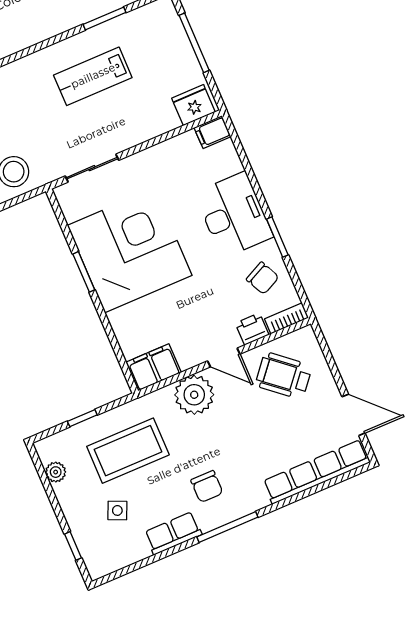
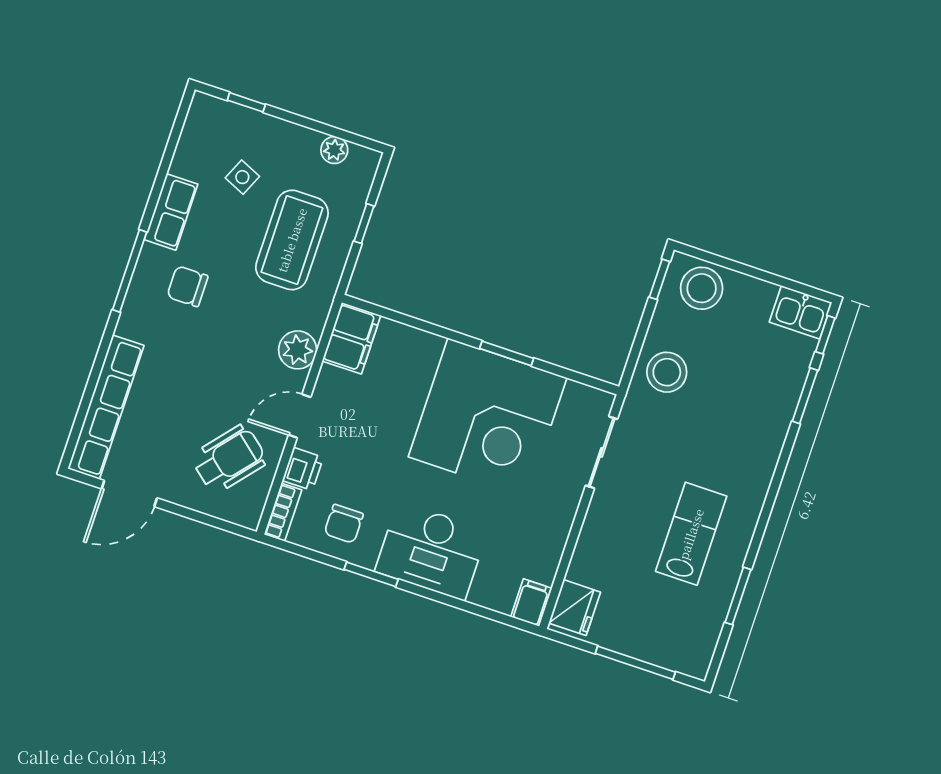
chair: (263, 278) -> (344, 524), turned -64
plant: (194, 395) -> (298, 350), width x0.73, depth x0.73

